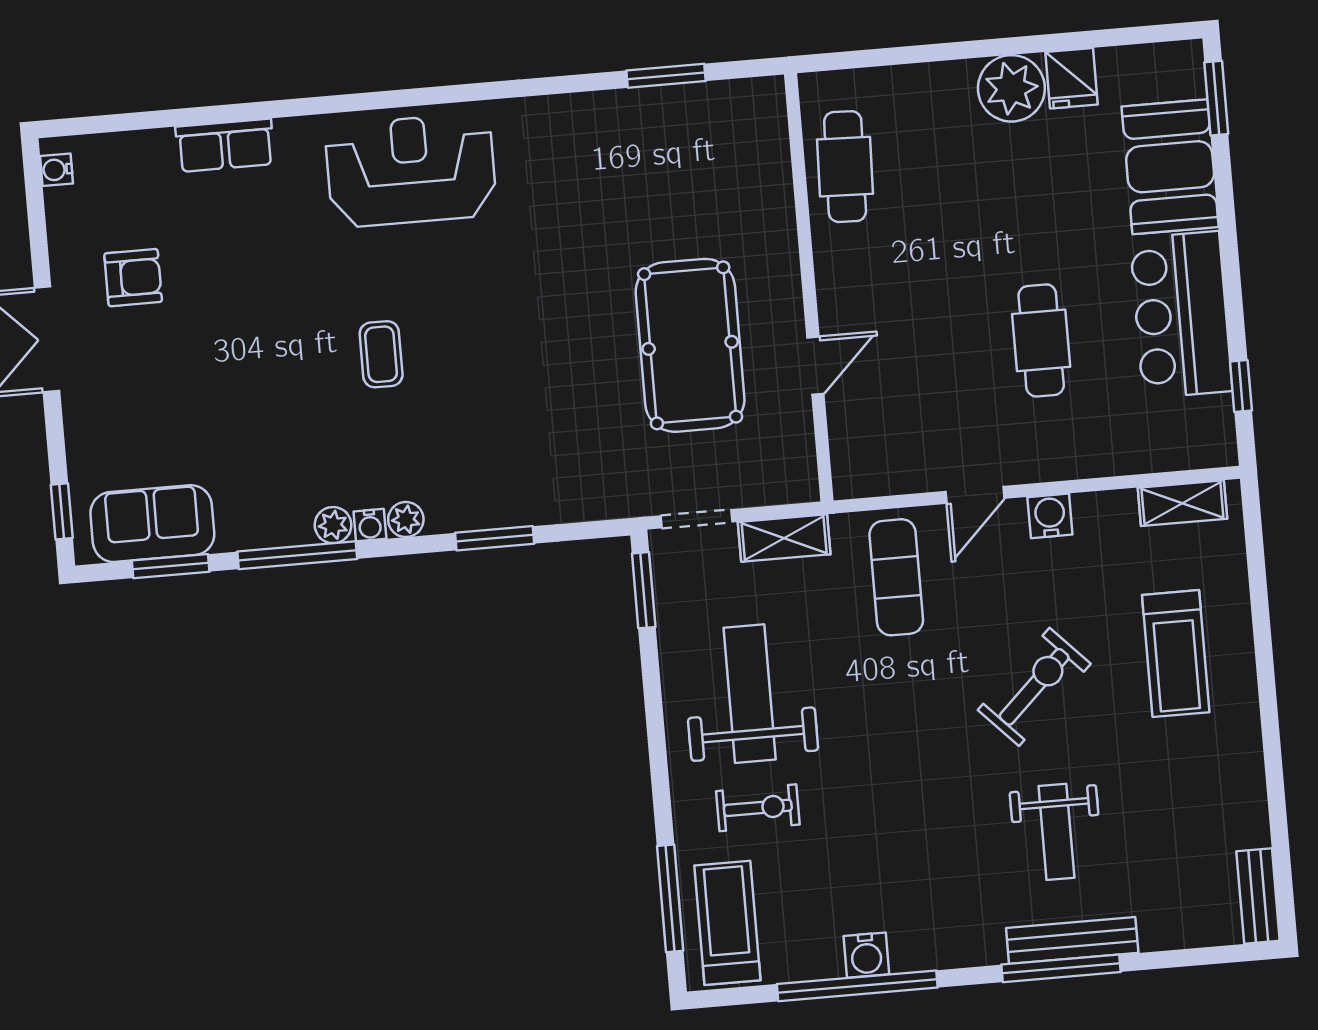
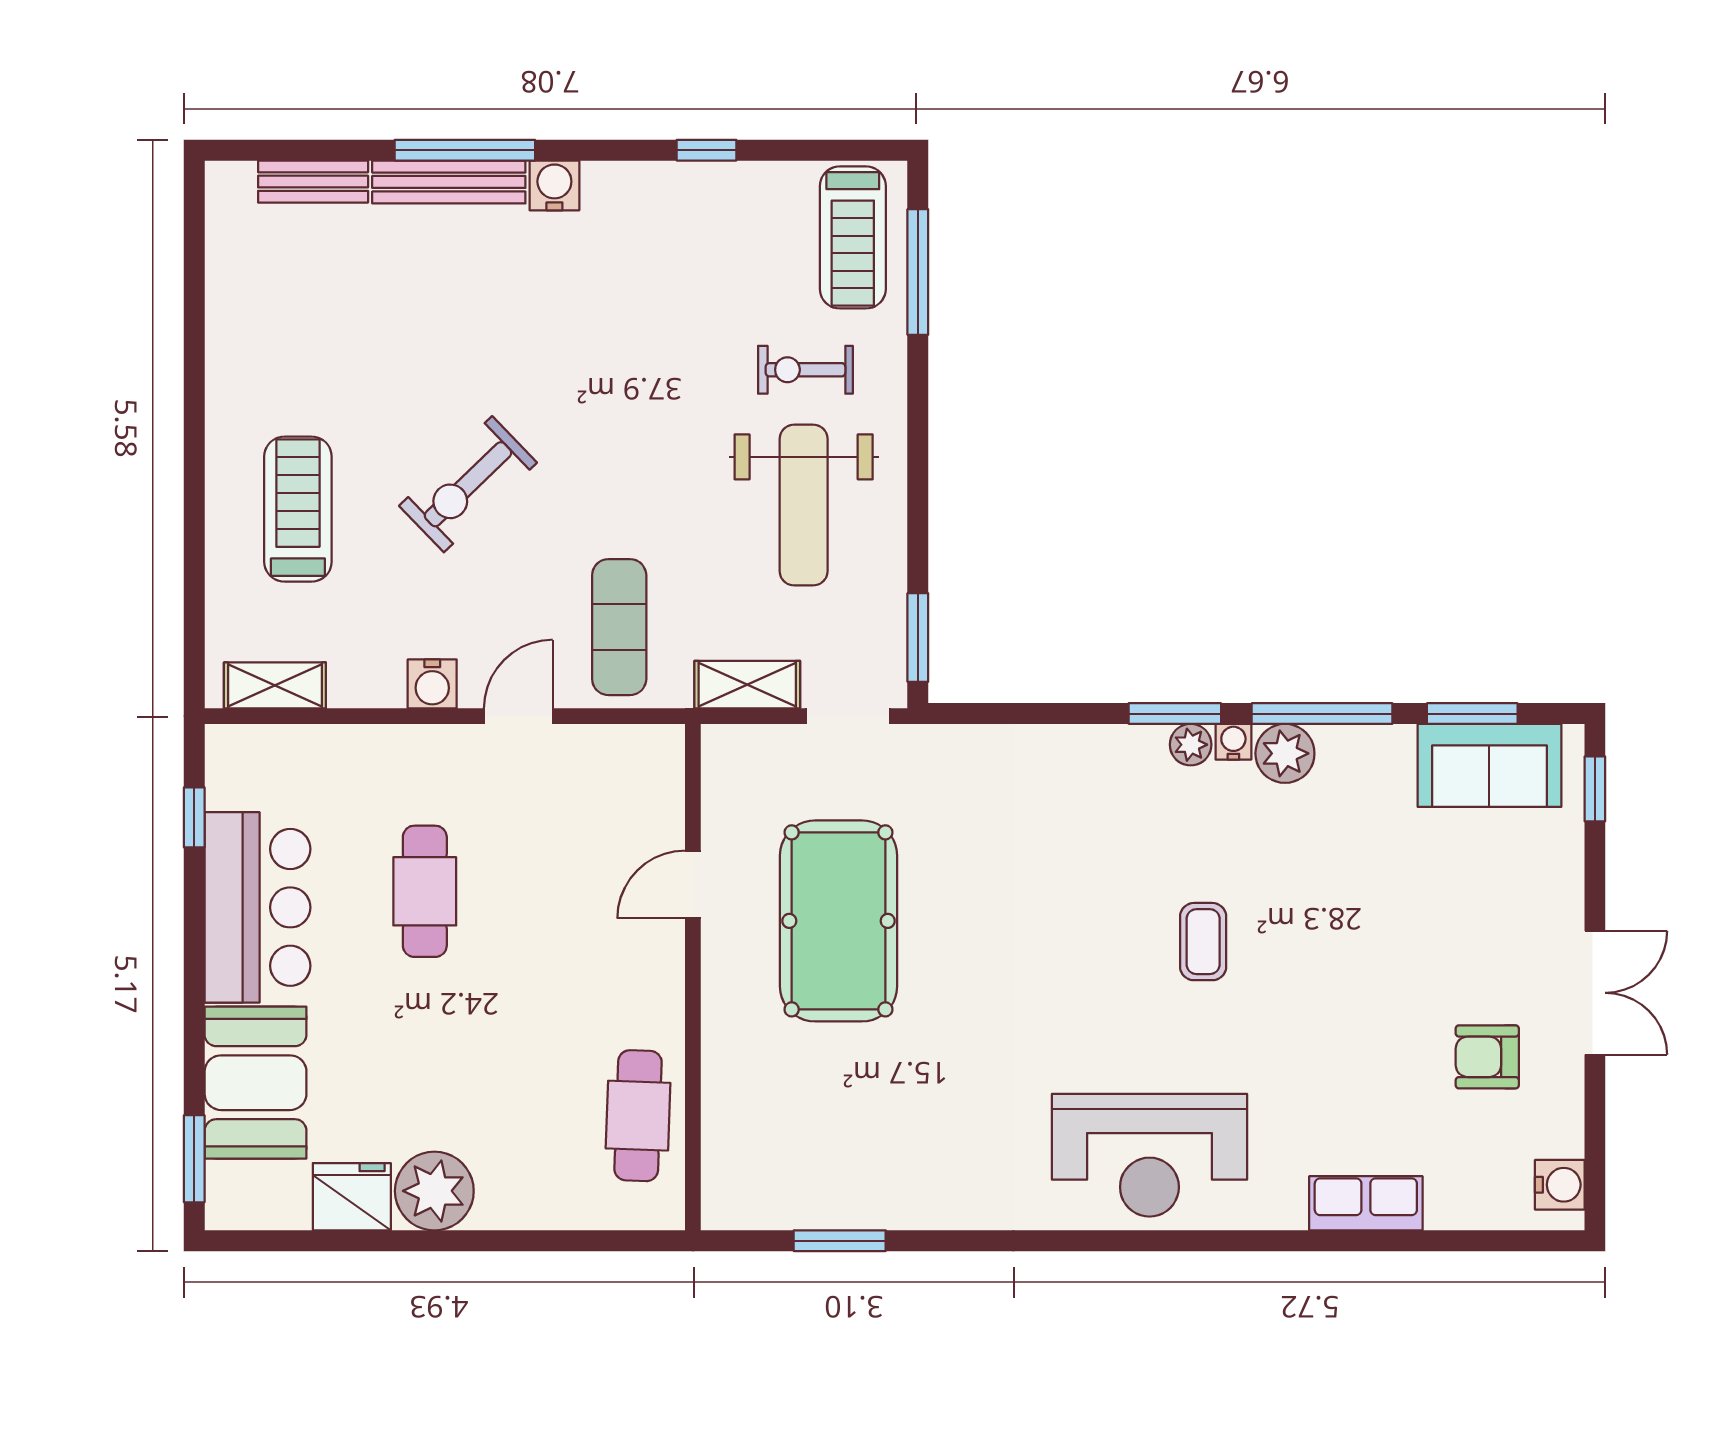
fridge: (1071, 78) -> (352, 1197), width x1.38
water cooler: (56, 170) -> (1560, 1185), width x1.38, depth x1.38
plant: (333, 525) -> (1285, 753), width x1.38, depth x1.38
window: (495, 538) -> (1175, 714), moved
weight bench: (1056, 832) -> (456, 311), removed
bench: (1258, 896) -> (313, 182), moved, turned 90
water cooler: (866, 955) -> (554, 185), moved
window: (857, 986) -> (706, 150), width x0.32

